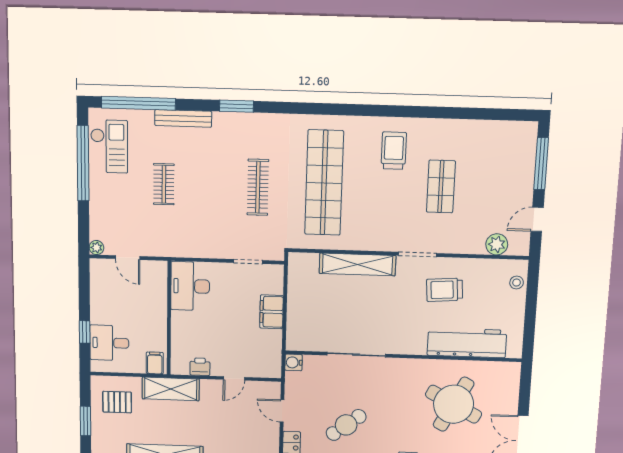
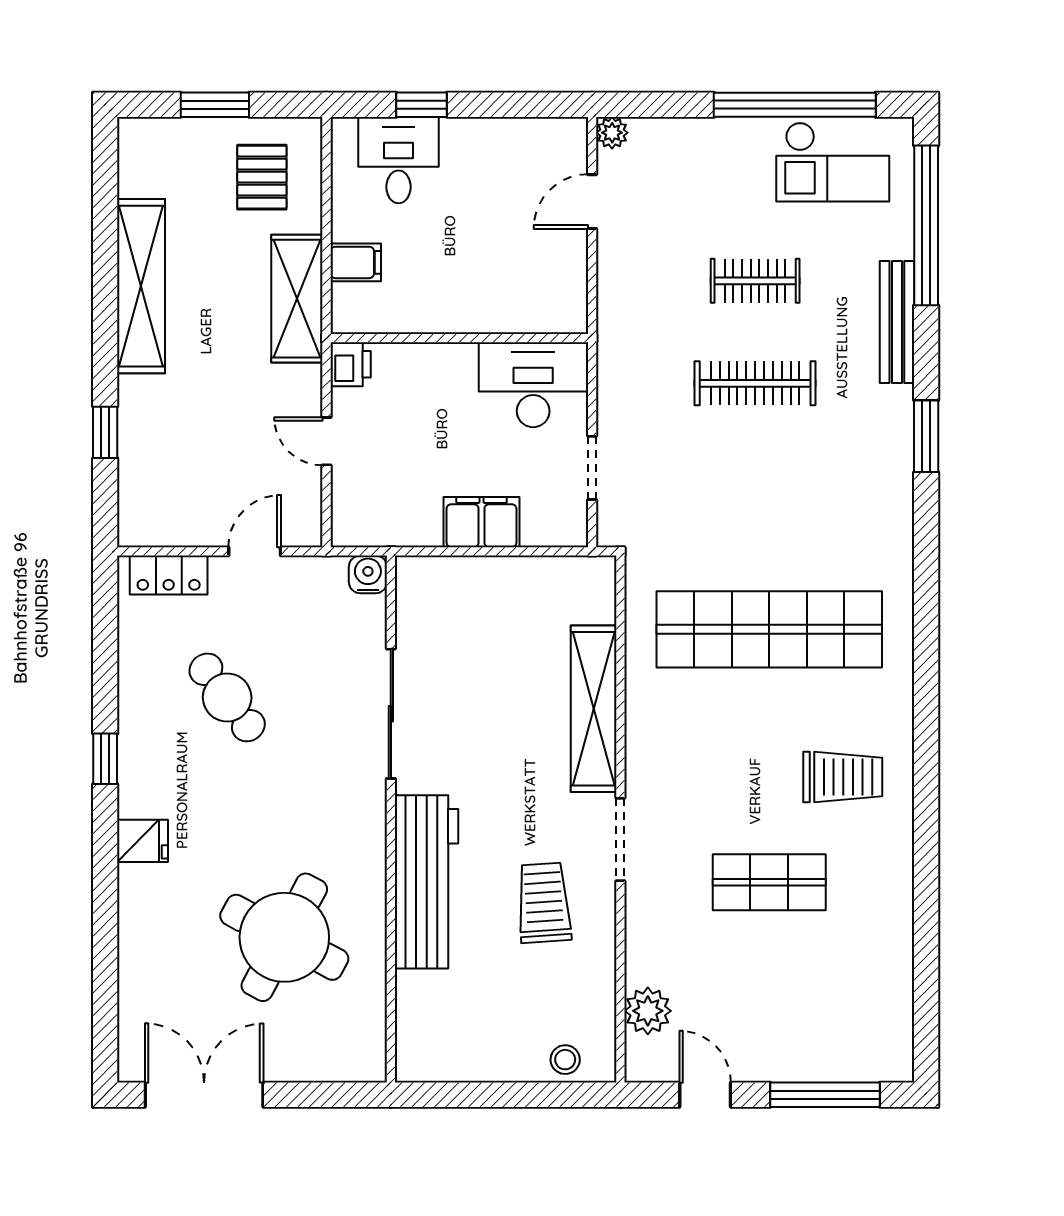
clothes rail: (258, 187) -> (755, 383), moved
desk: (190, 286) -> (533, 385), moved
wall: (169, 318) -> (459, 338), moved
workbench: (467, 343) -> (427, 882), moved

